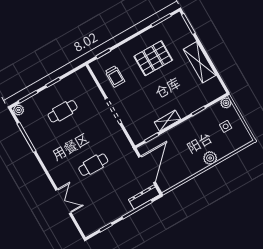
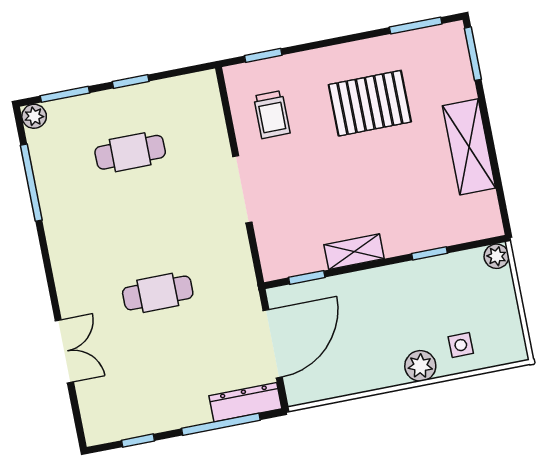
side table: (226, 126) -> (461, 345), moved

